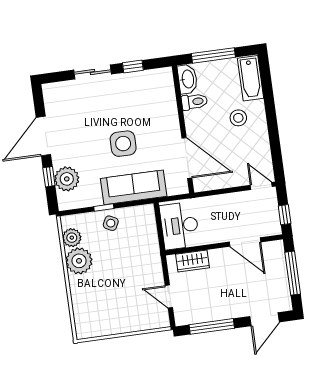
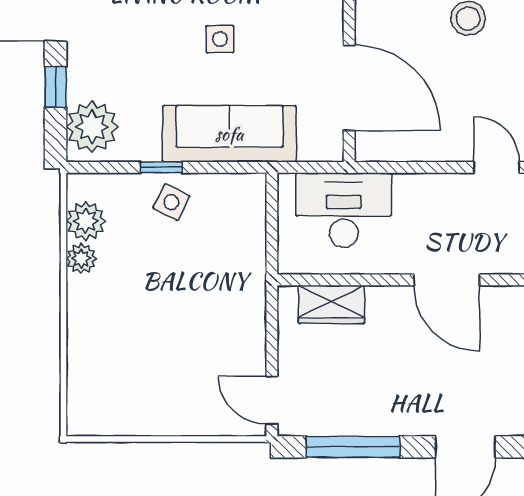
side table: (123, 144) -> (220, 39), width x0.54, depth x0.54
plant: (67, 179) -> (92, 127), moved
desk: (180, 226) -> (344, 210), moved, turned 90
plant: (79, 261) -> (81, 259), width x0.53, depth x0.53
door: (169, 296) -> (272, 400), moved

